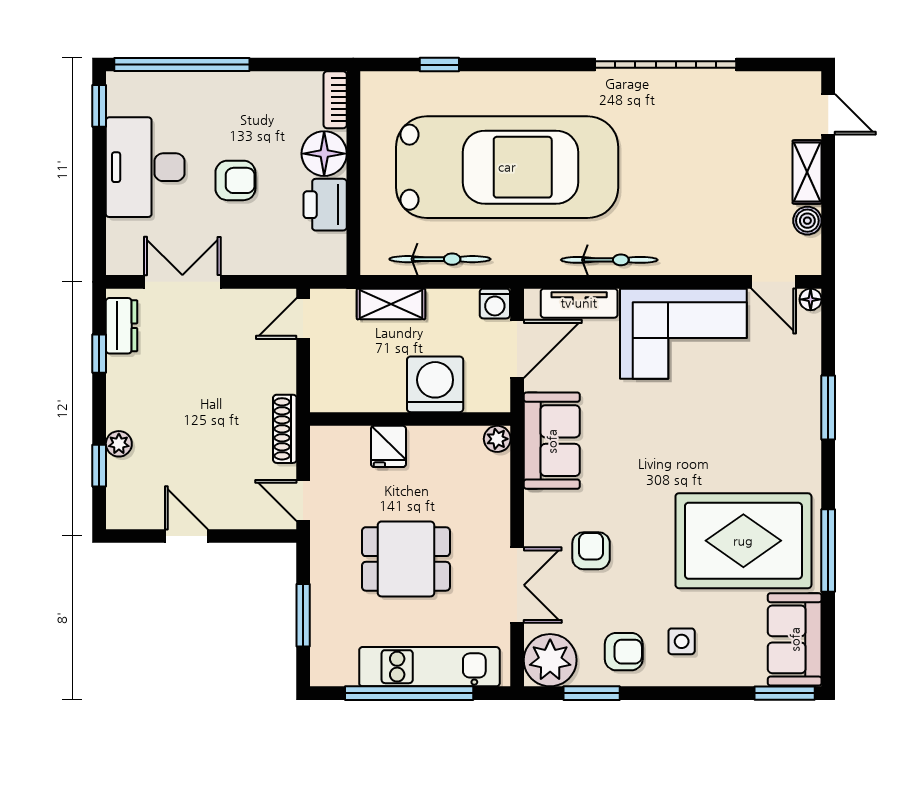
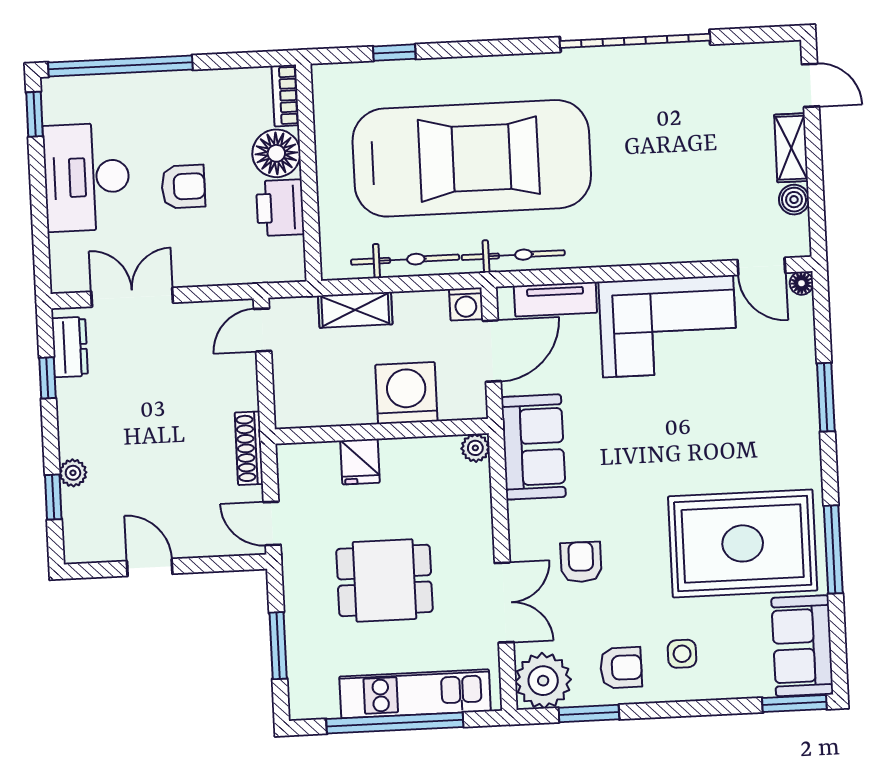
bicycle: (609, 260) -> (513, 255), moved

